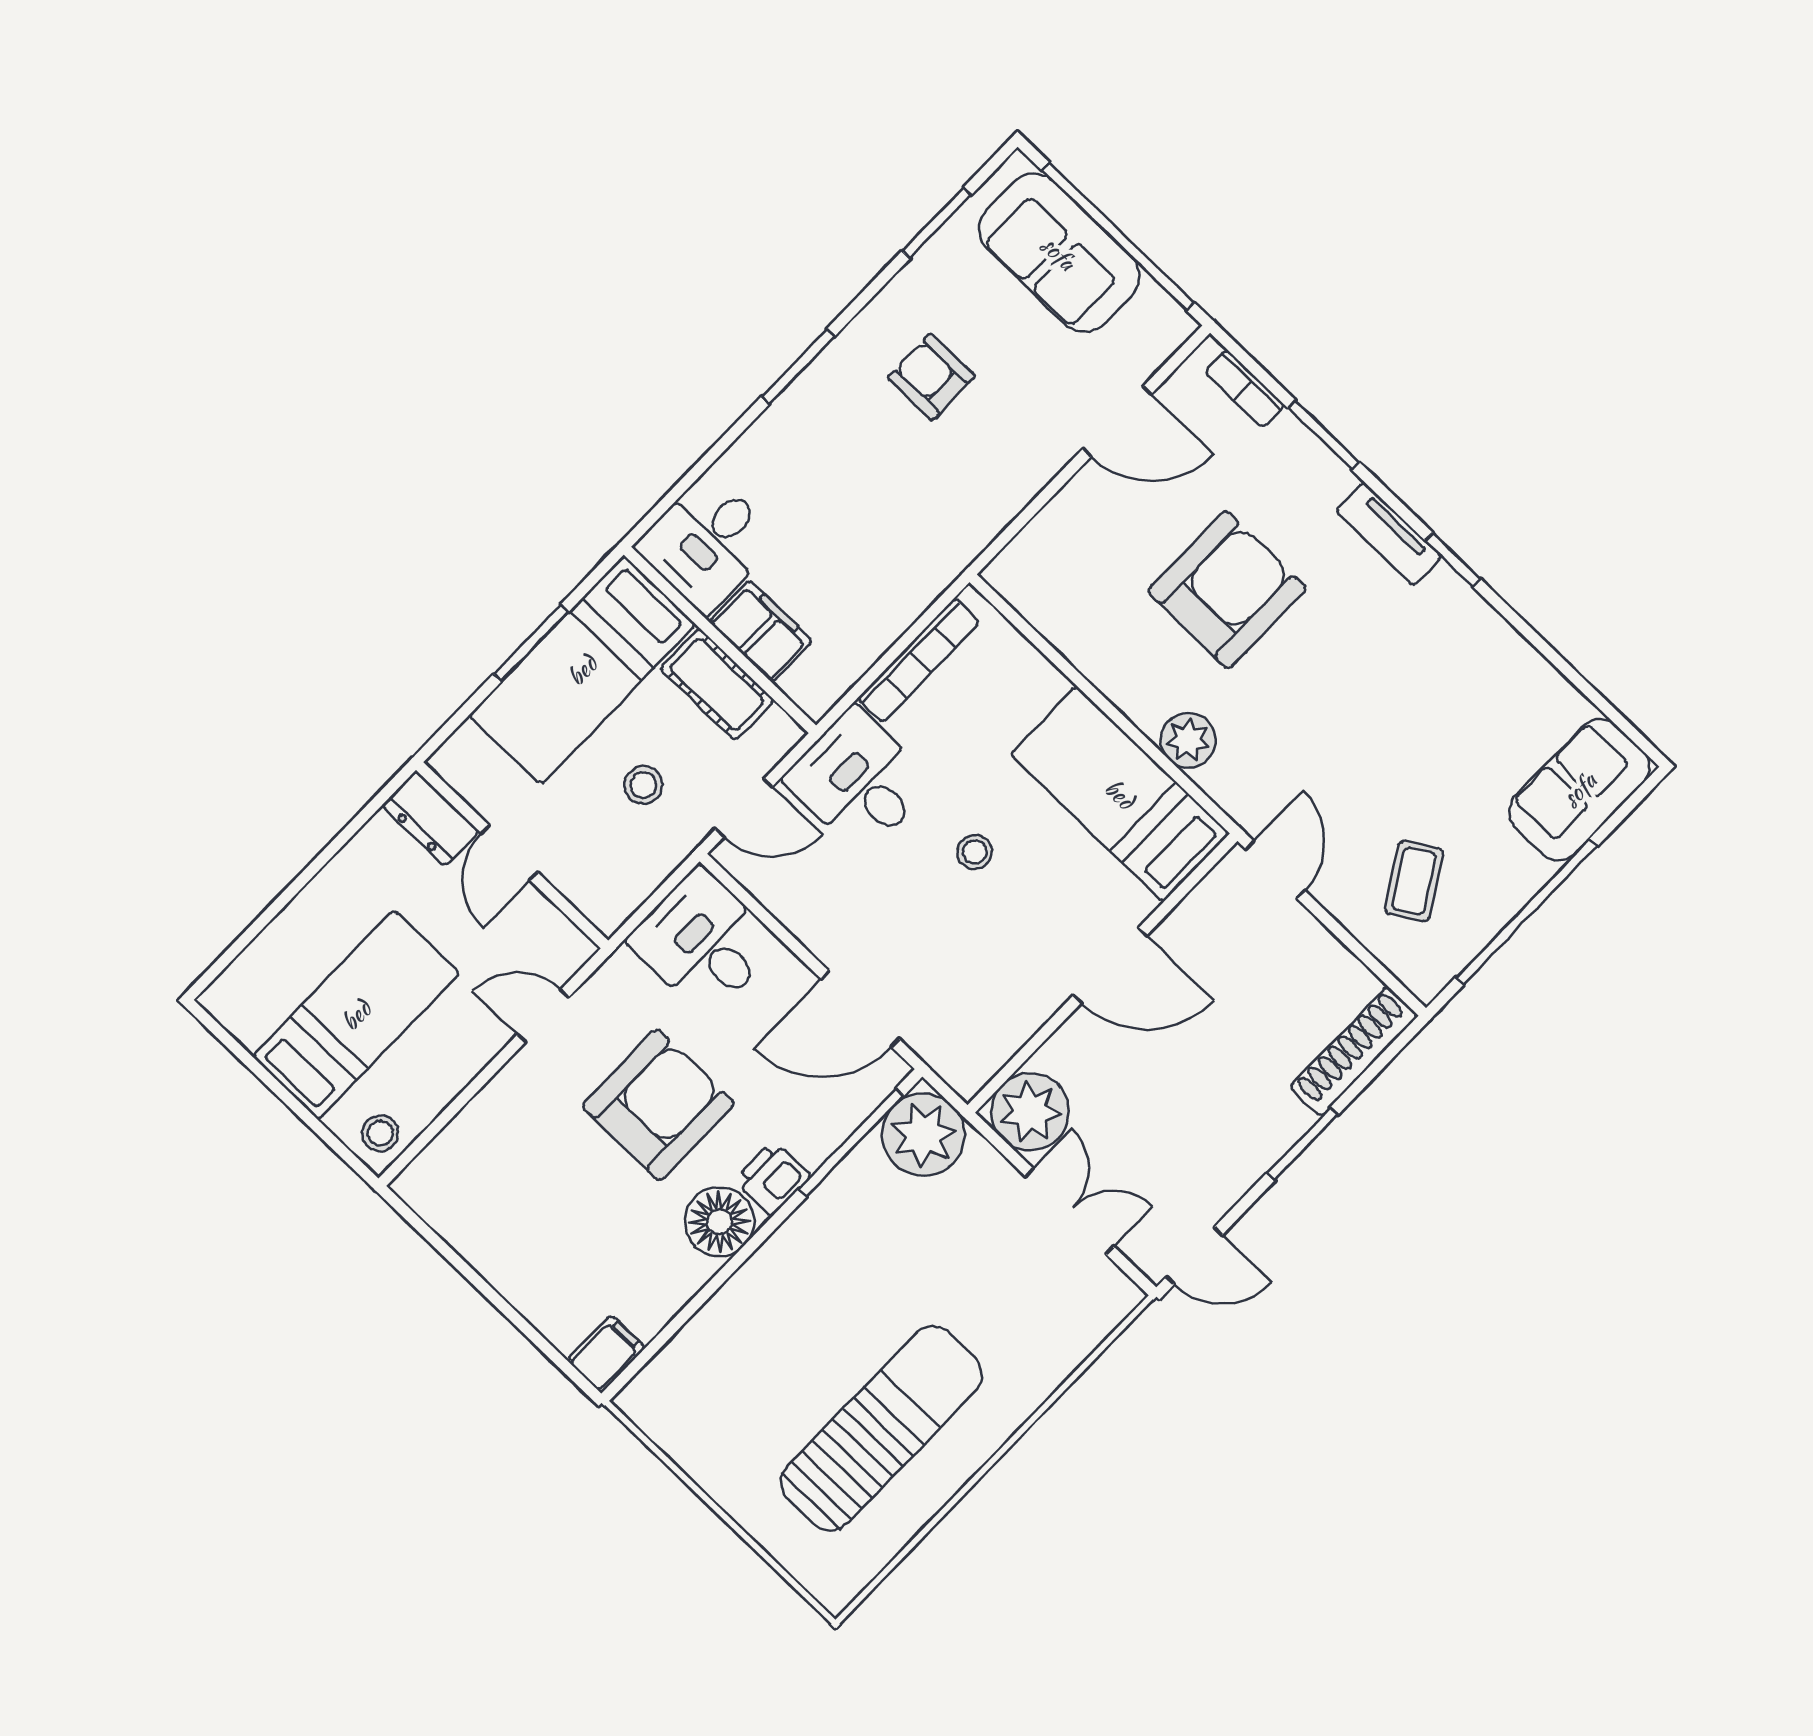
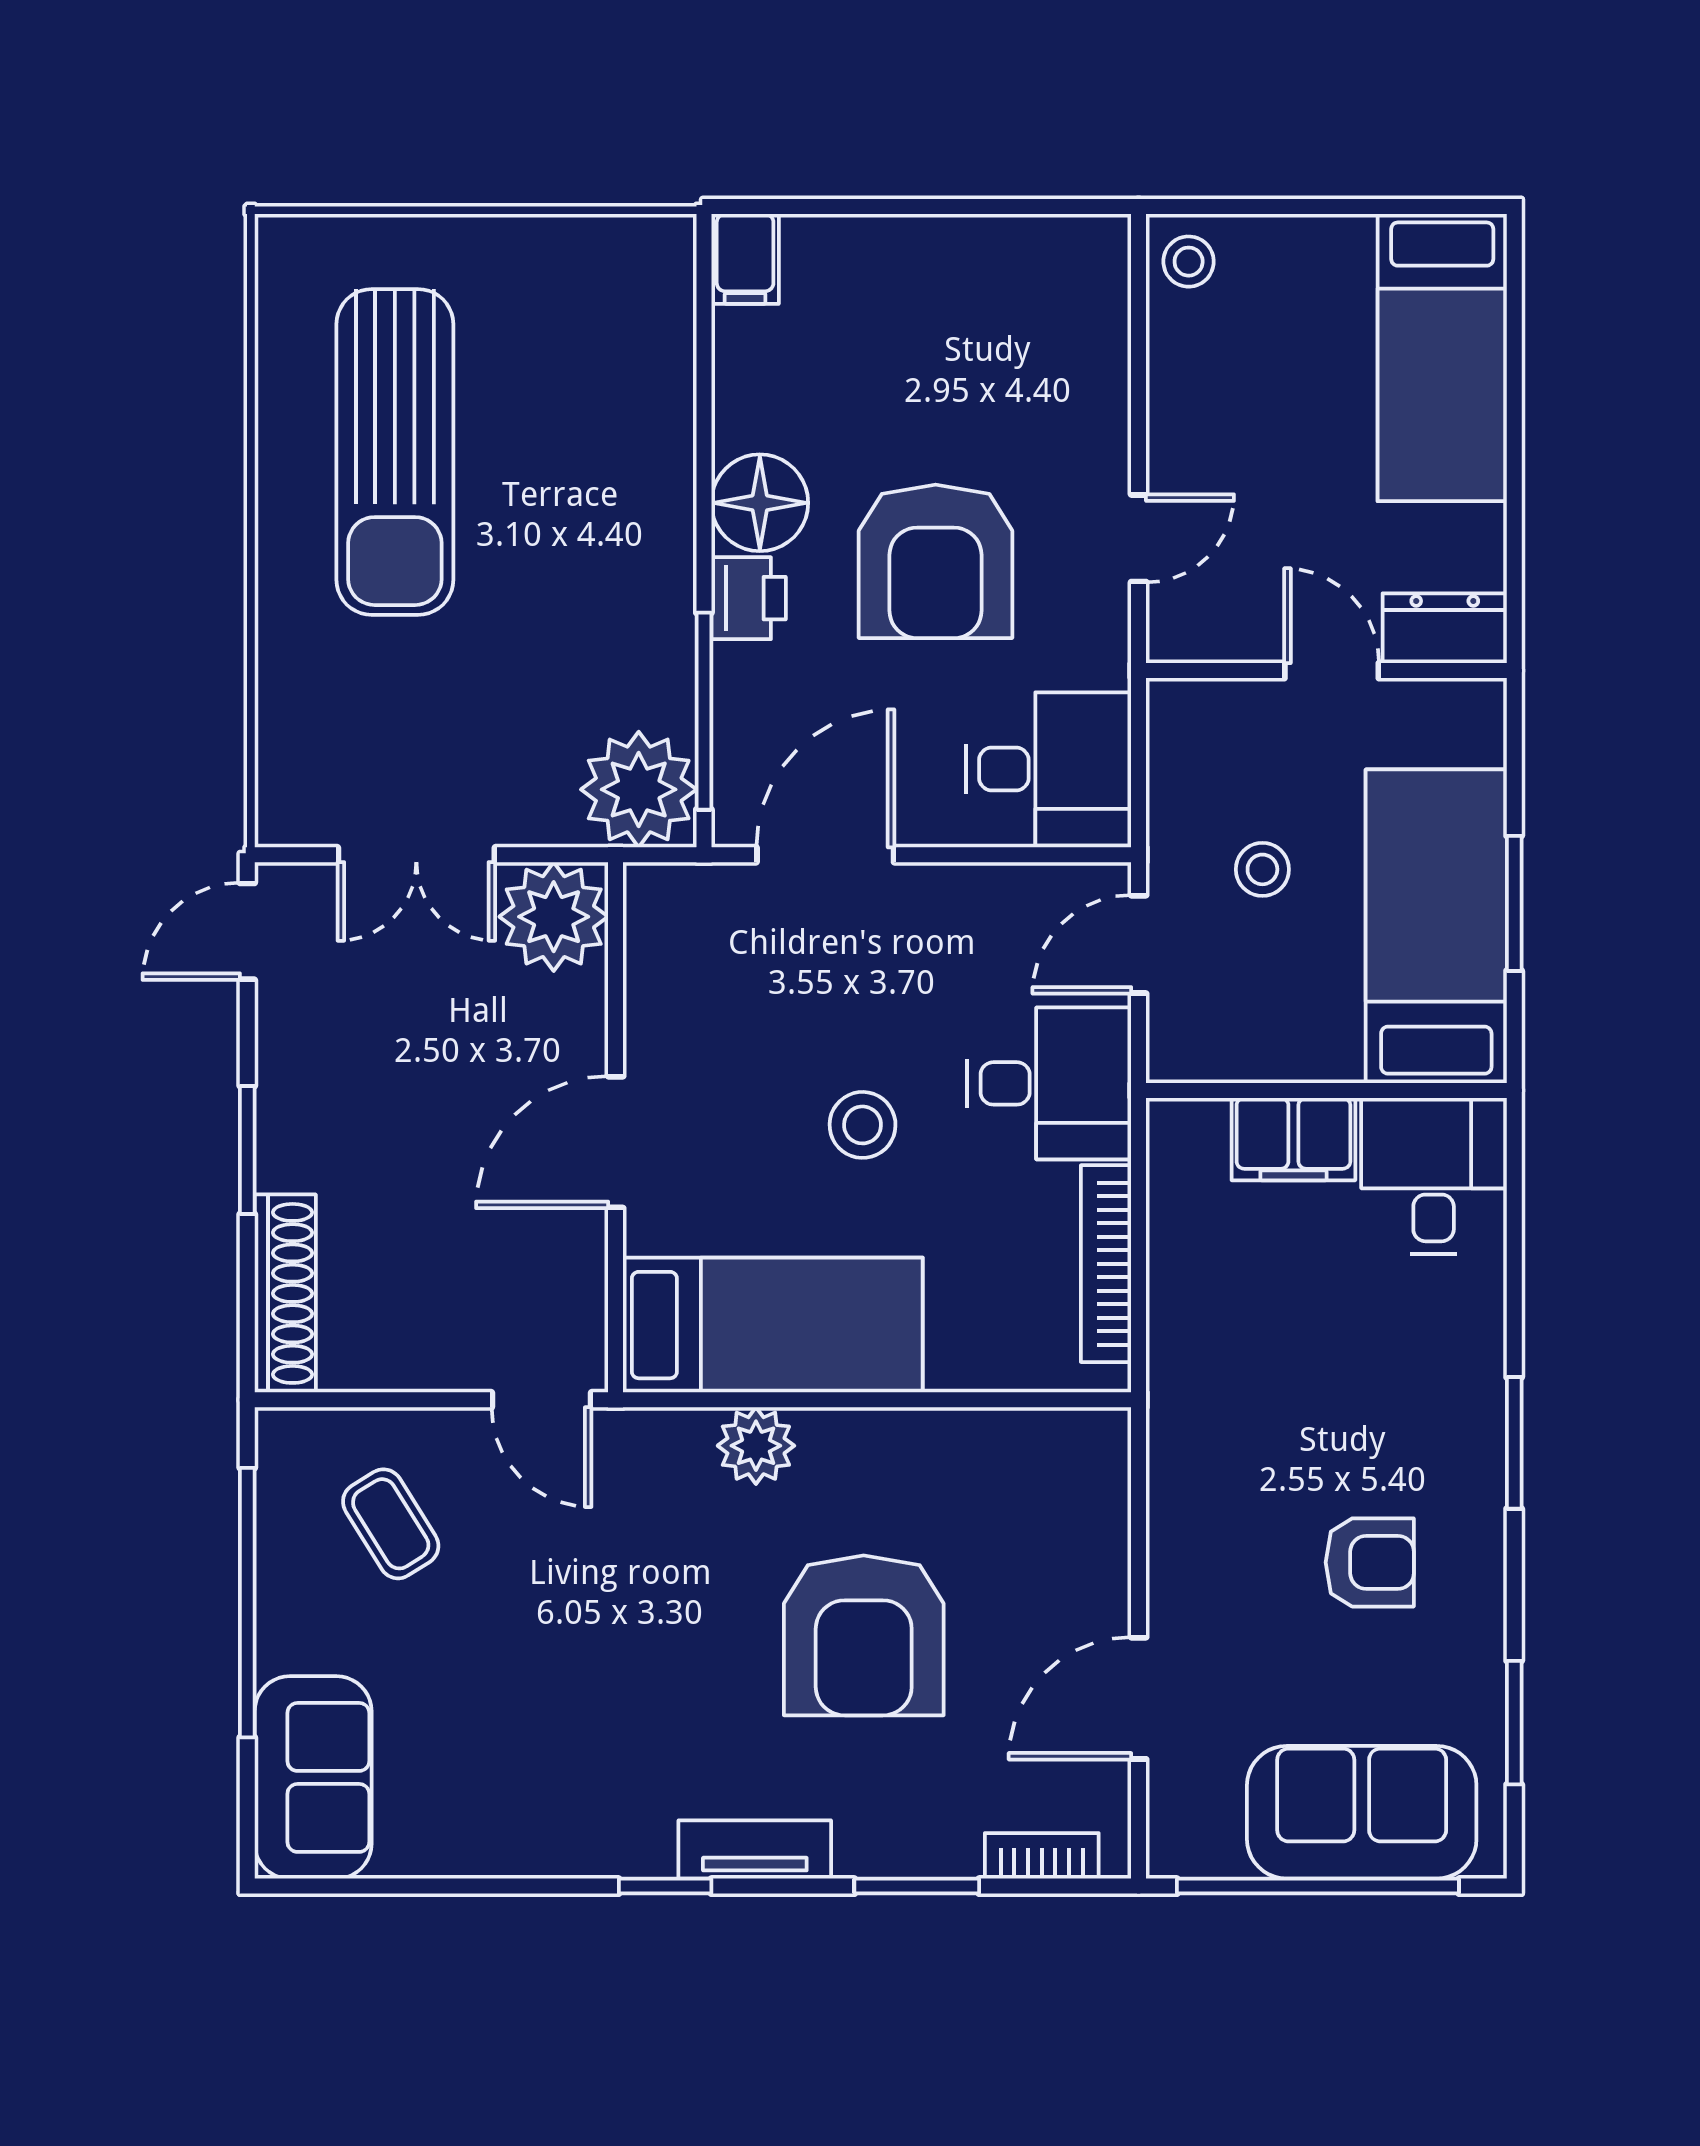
cot: (717, 684) -> (1286, 1043), removed
stool: (975, 852) -> (863, 1125), width x1.37, depth x1.37
bed: (356, 1015) -> (1442, 358), moved

